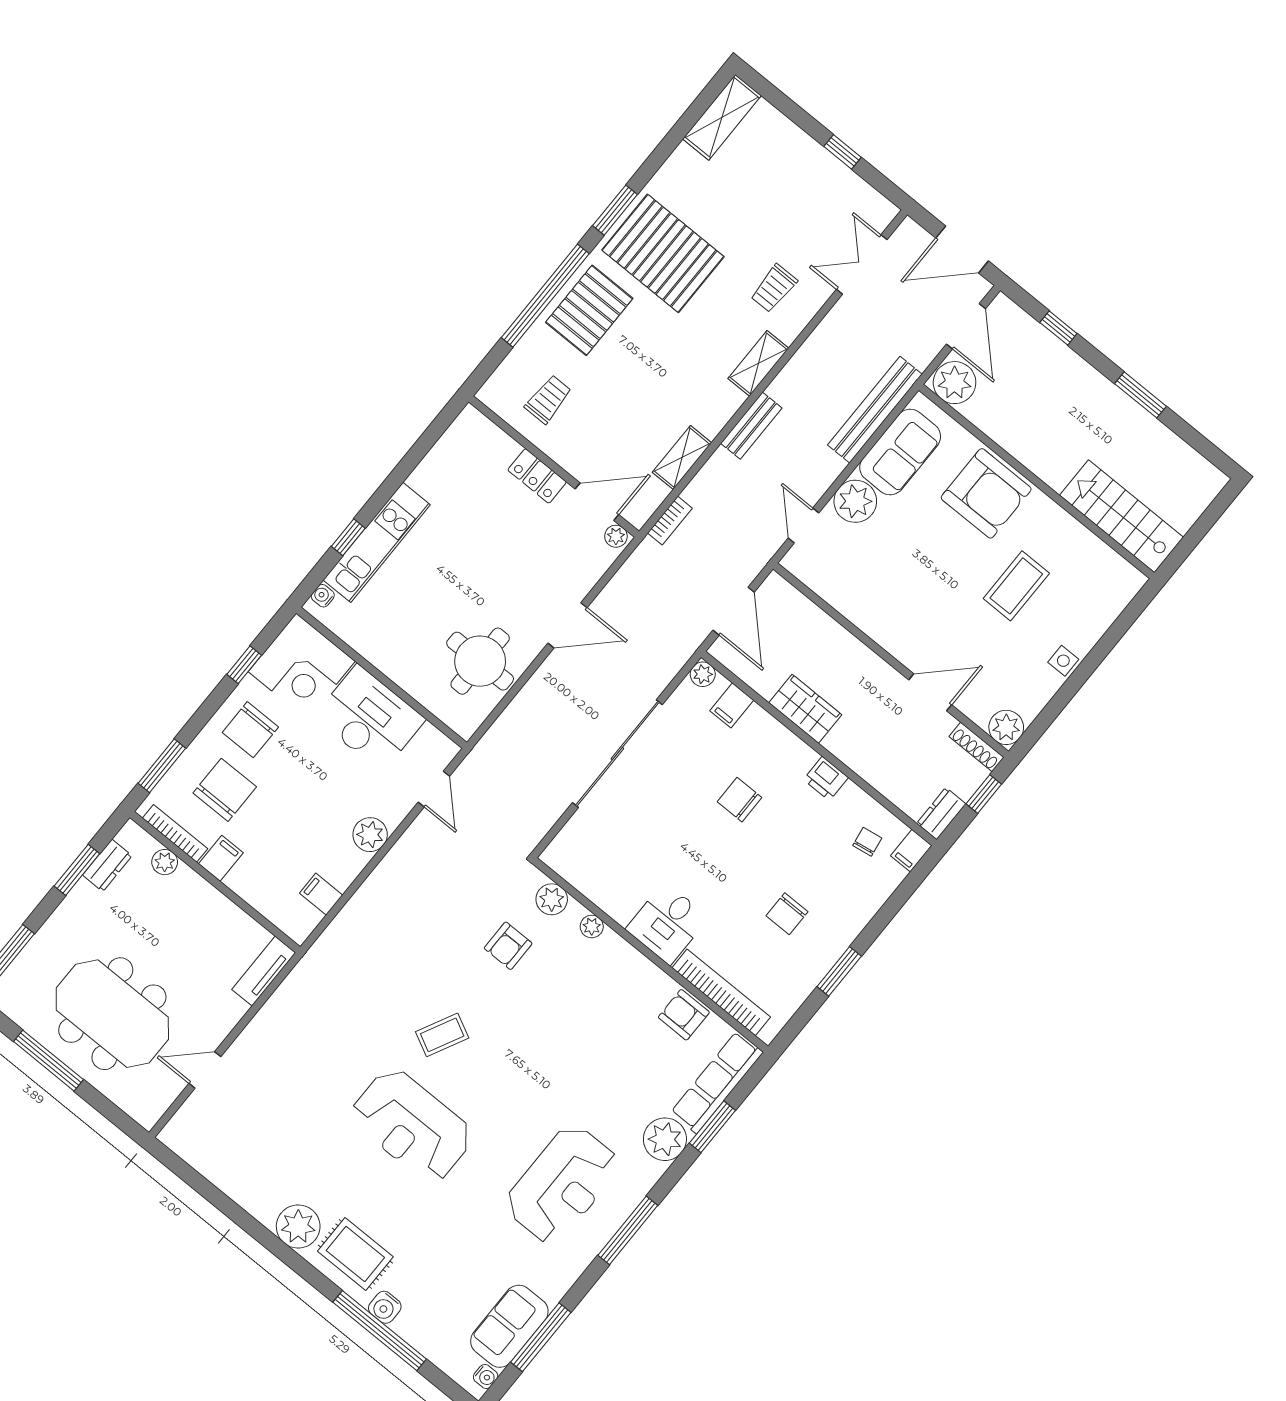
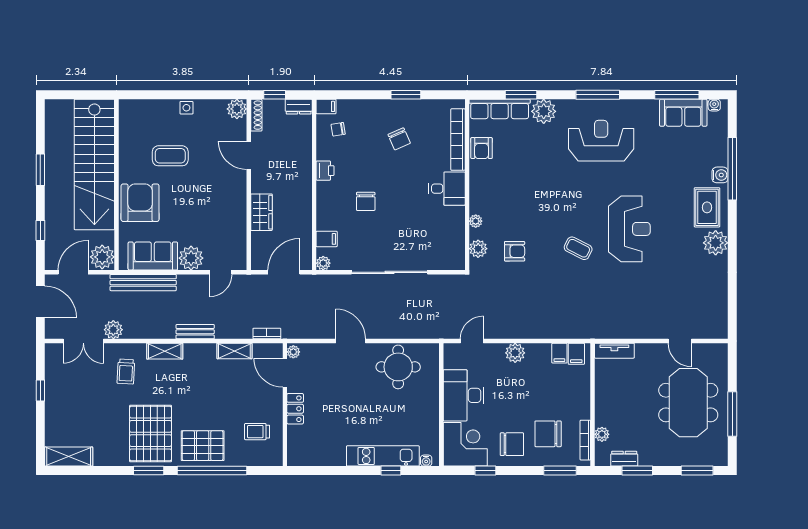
trolley: (774, 288) -> (126, 372), turned 93
plant: (844, 317) -> (113, 330), added
stairs: (1122, 516) -> (94, 164), width x1.86, depth x1.51
wardrobe: (805, 709) -> (262, 212), moved, turned 180
filing cabinet: (221, 858) -> (576, 354), moved, turned -90
chair: (787, 914) -> (399, 139), turned 66

